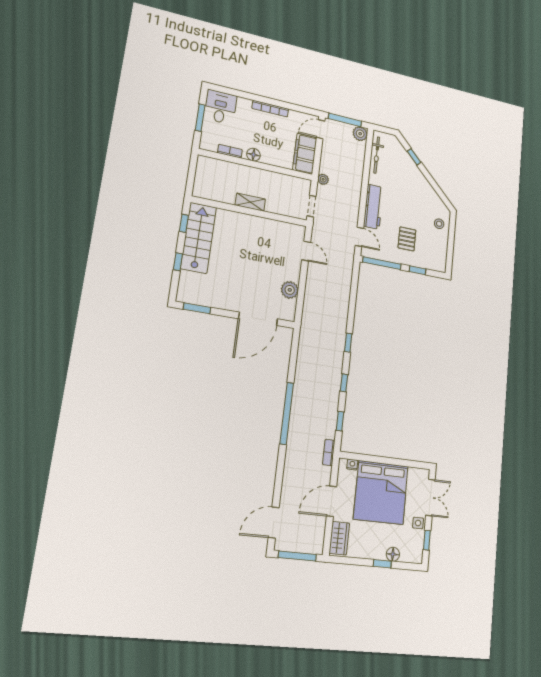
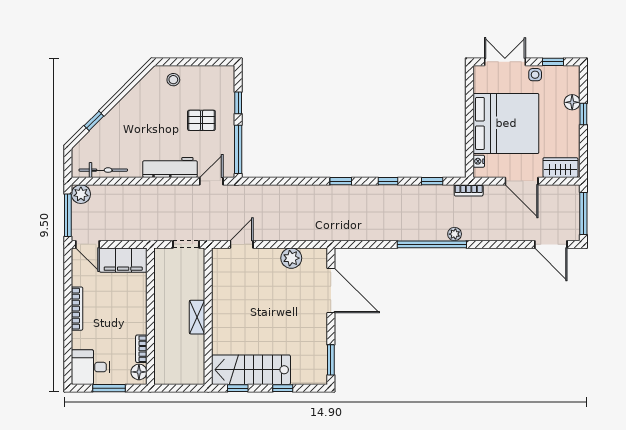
floor lamp: (253, 155) -> (139, 372), moved
plant: (323, 179) -> (455, 234), moved

